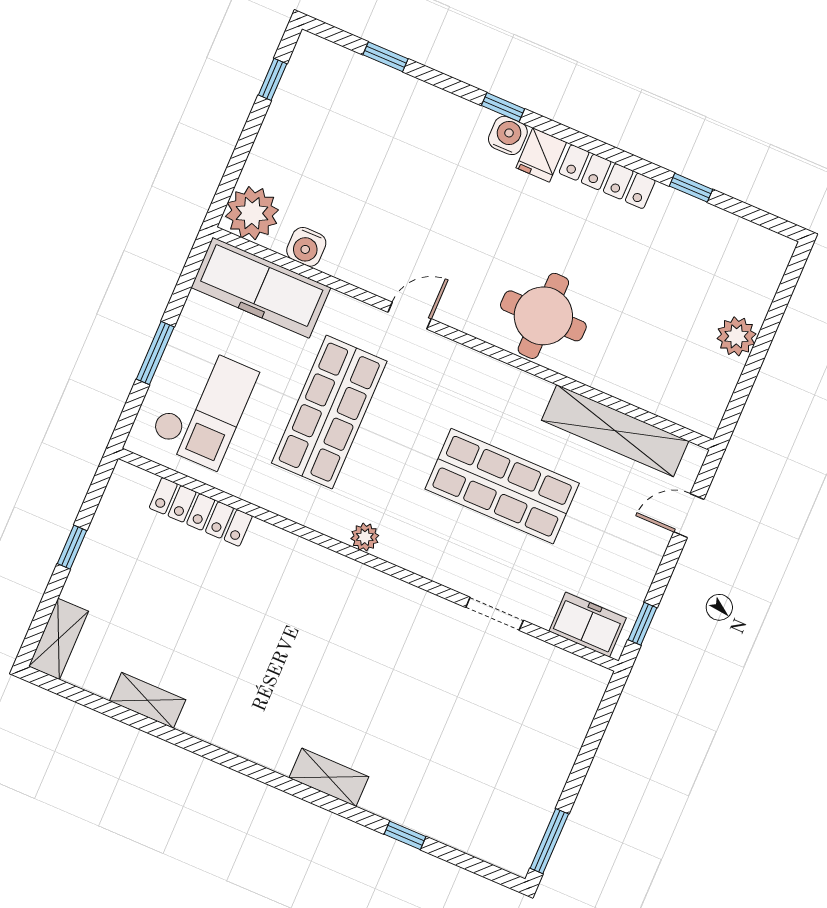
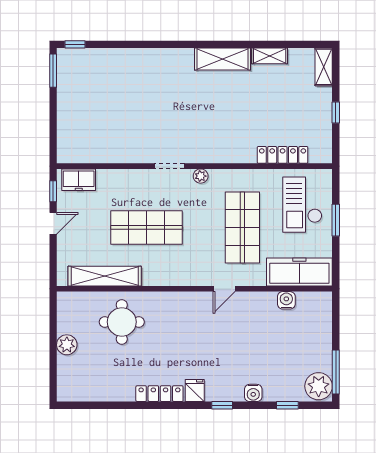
window: (273, 79) -> (336, 372), width x2.17
water cooler: (508, 135) -> (253, 393), moved
window: (691, 188) -> (118, 405), removed
plant: (252, 213) -> (319, 386), moved
round table: (543, 316) -> (122, 322), moved
door: (689, 516) -> (53, 223), moved
doorway: (495, 614) -> (169, 166), moved
shelving: (329, 777) -> (223, 59), moved, width x1.50, depth x1.33
window: (405, 835) -> (75, 44), moved

